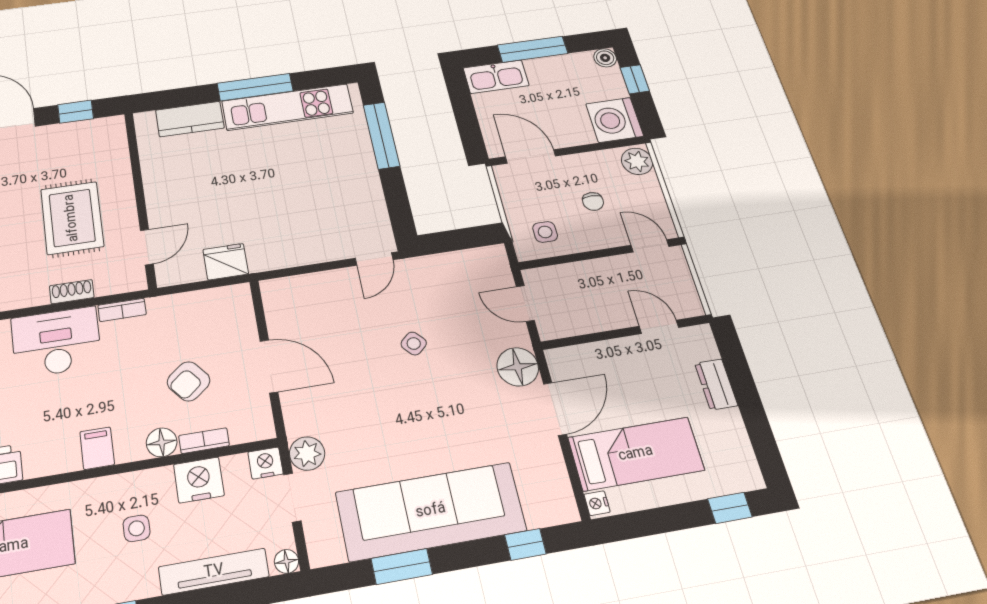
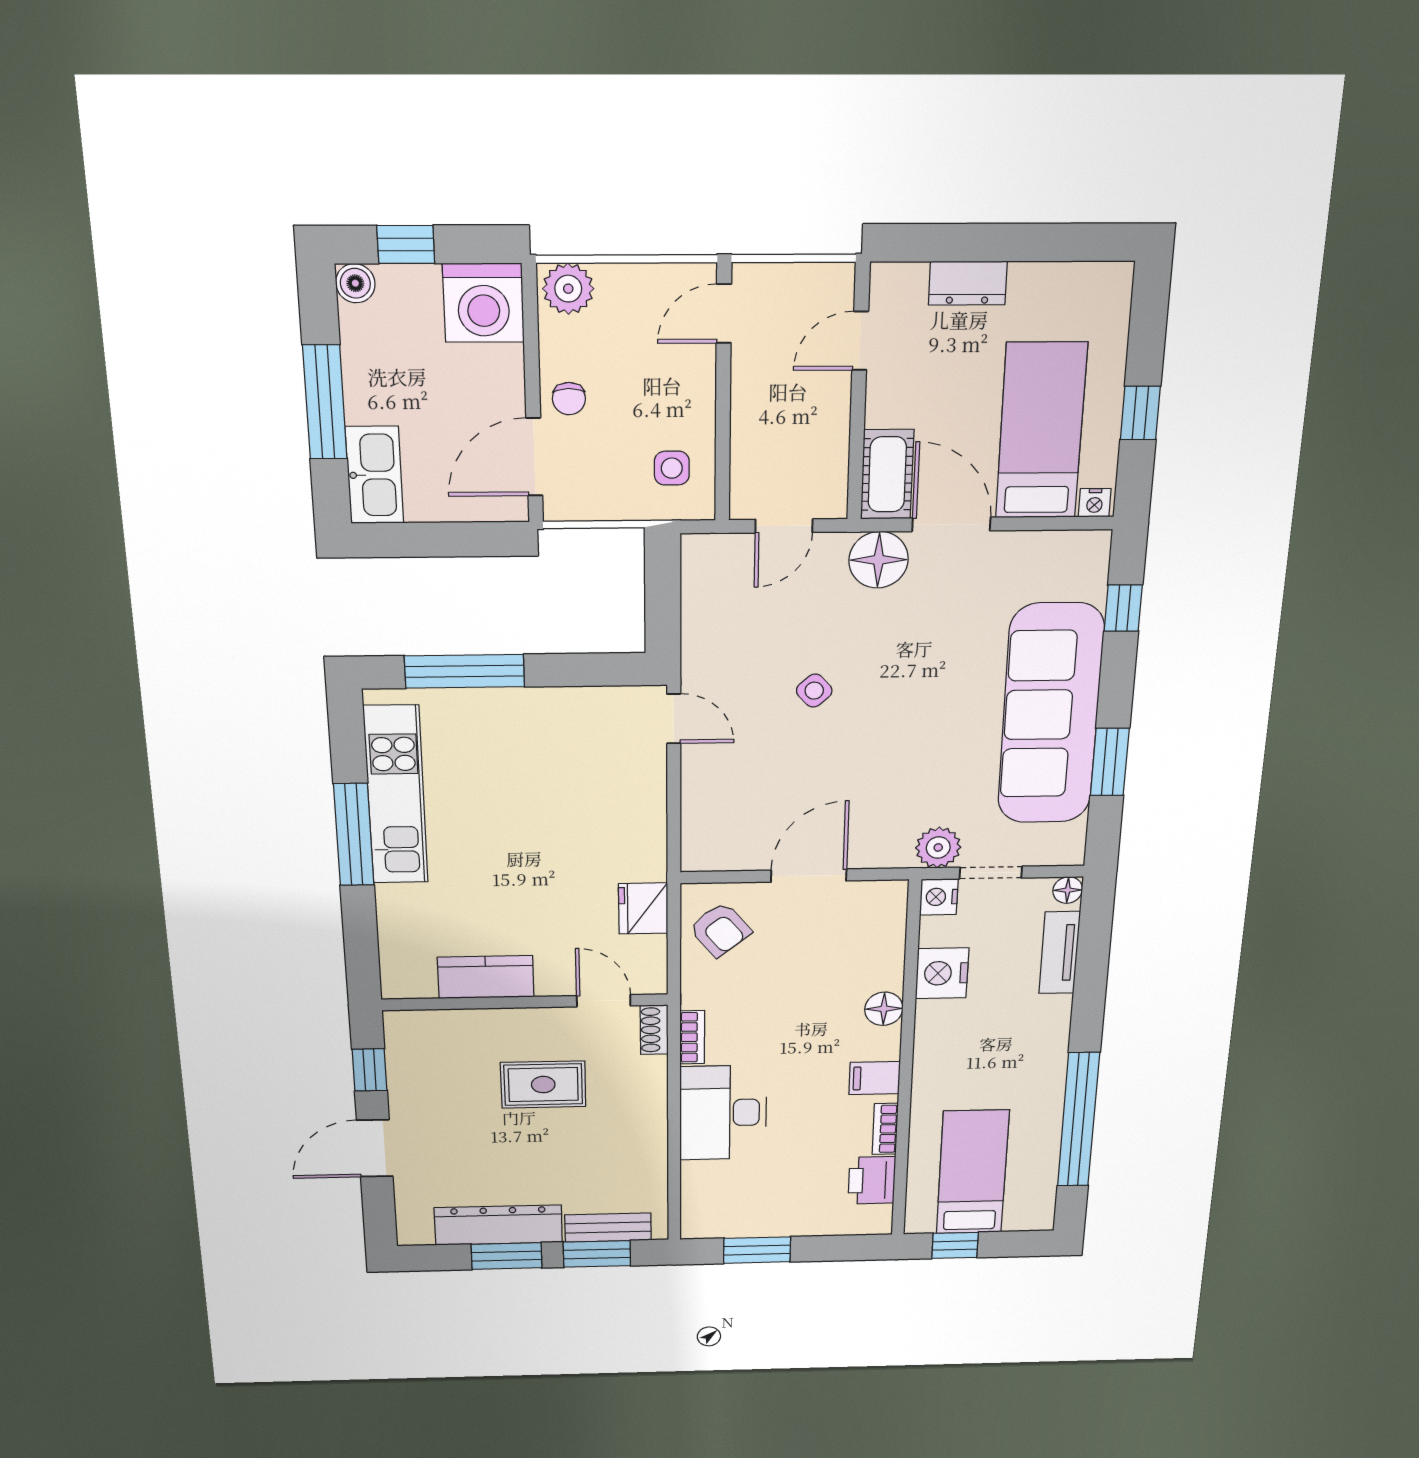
kitchen counter: (190, 119) -> (486, 977), moved, turned -90
chair: (593, 201) -> (569, 399), moved, turned 90
rug: (72, 218) -> (543, 1085), width x0.73, depth x0.70
shoe rack: (72, 292) -> (654, 1030), moved
cot: (578, 361) -> (887, 474), added
armchair: (189, 381) -> (720, 930), moved
bookcase: (204, 441) -> (885, 1129), moved
window: (730, 508) -> (1140, 413), moved
side table: (137, 528) -> (985, 1045), removed
tv unit: (214, 572) -> (1060, 953), width x0.71

